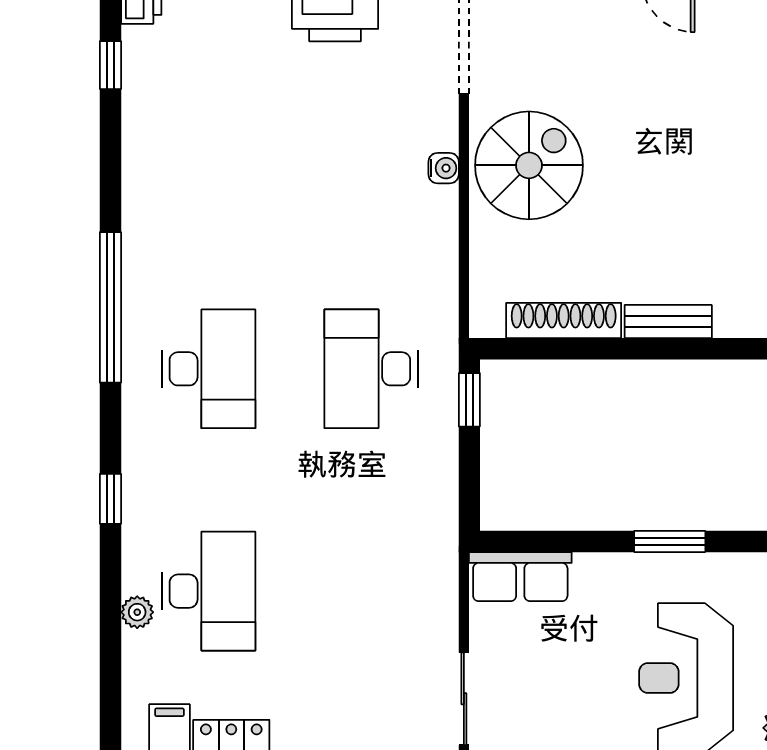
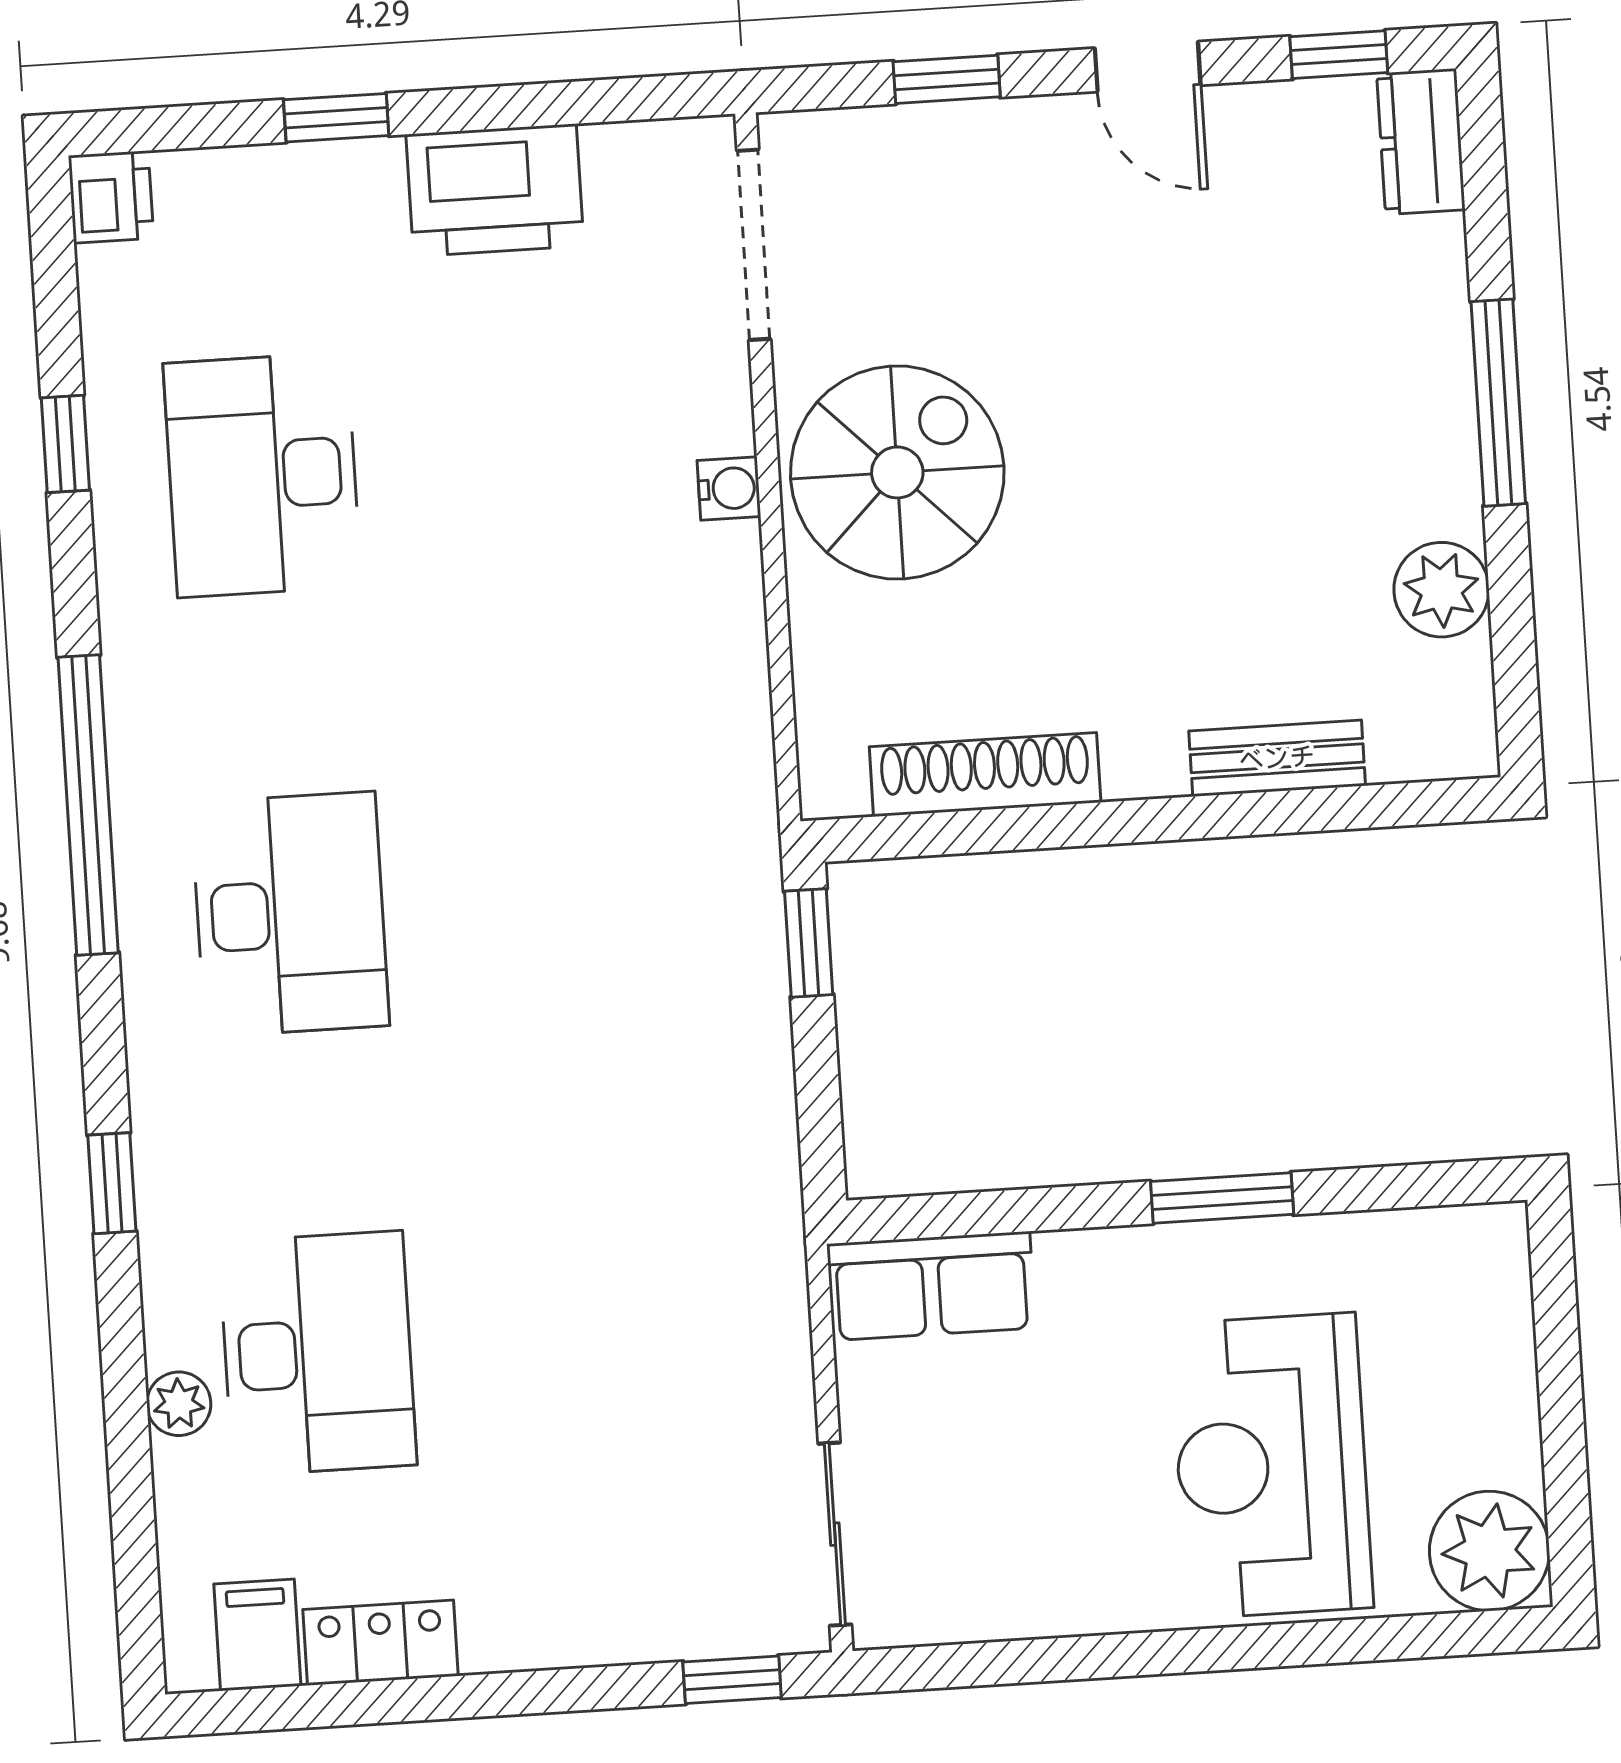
window: (110, 65) -> (65, 444), moved
bench: (668, 322) -> (1277, 758), moved
desk: (371, 369) -> (262, 475), moved

